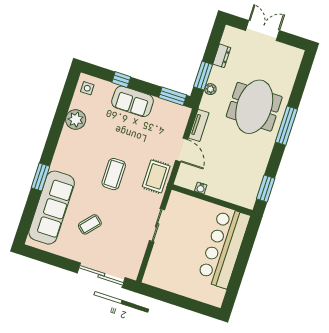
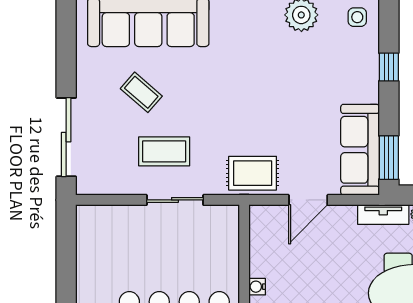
sofa: (133, 101) -> (360, 150), moved, width x1.36
tv unit: (199, 125) -> (383, 214), moved
coffee table: (114, 174) -> (164, 151), moved
water cooler: (201, 188) -> (257, 287), moved

